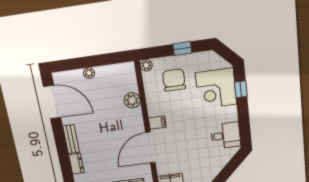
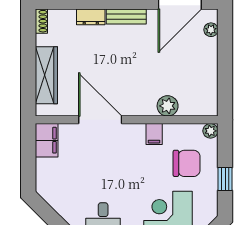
plant: (89, 73) -> (211, 30), moved
filing cabinet: (157, 123) -> (154, 134), moved

